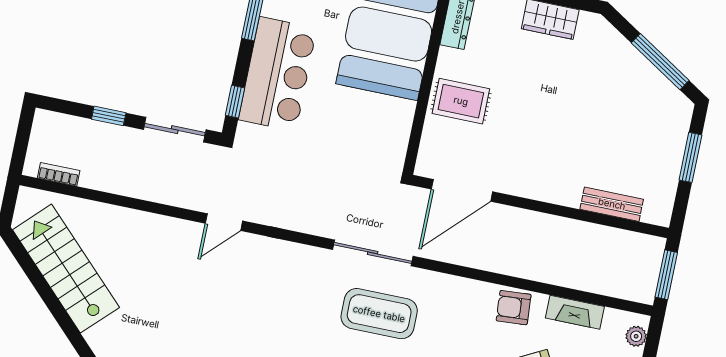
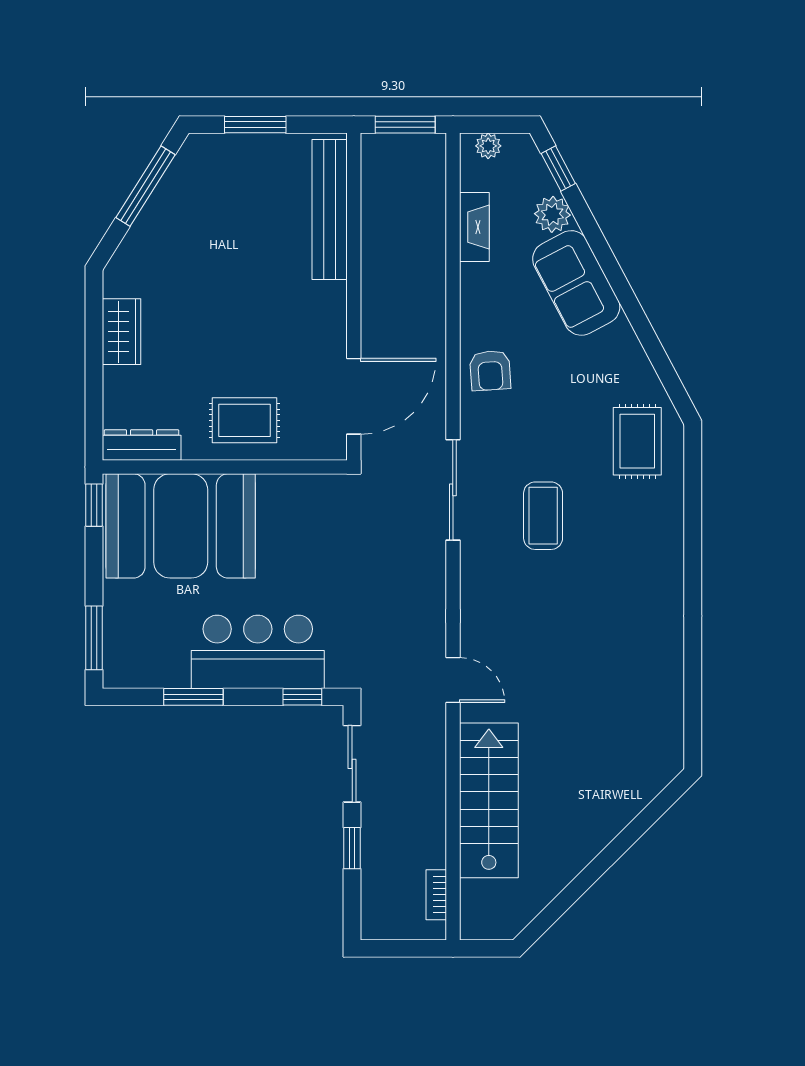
rug: (461, 101) -> (245, 420), turned 90
door: (462, 190) -> (354, 396), hinge flipped
bench: (612, 204) -> (330, 209), width x1.86, depth x1.21
stairs: (66, 269) -> (489, 800), moved, turned 135
armchair: (514, 308) -> (490, 370), moved
coffee table: (379, 314) -> (543, 516), moved, width x0.73, depth x0.76

